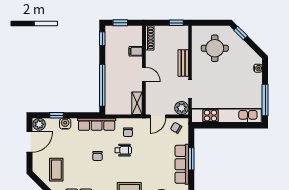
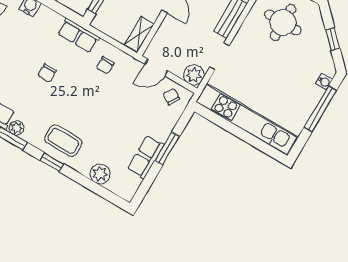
window: (241, 33) -> (333, 39), moved
window: (265, 100) -> (320, 109), moved
row of seats: (97, 124) -> (78, 36), width x0.68
wheelchair: (123, 150) -> (85, 85), removed
row of seats: (182, 164) -> (146, 157), width x0.68

